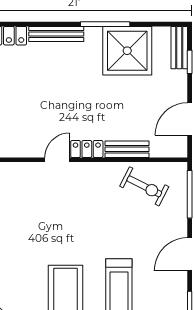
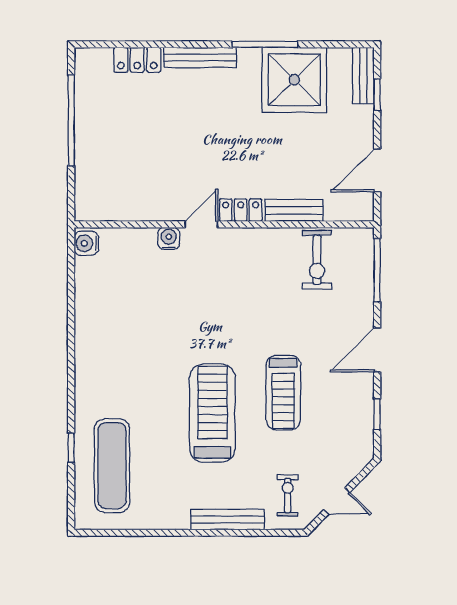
water cooler: (33, 170) -> (169, 238), added
exercise bike: (144, 186) -> (317, 260), turned 63

